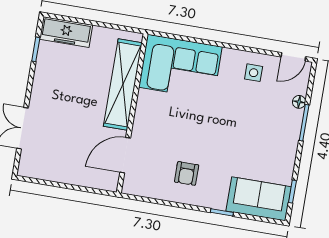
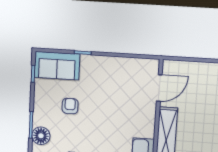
floor lamp: (299, 102) -> (41, 136), width x1.89, depth x1.89
armchair: (187, 173) -> (70, 106), moved

